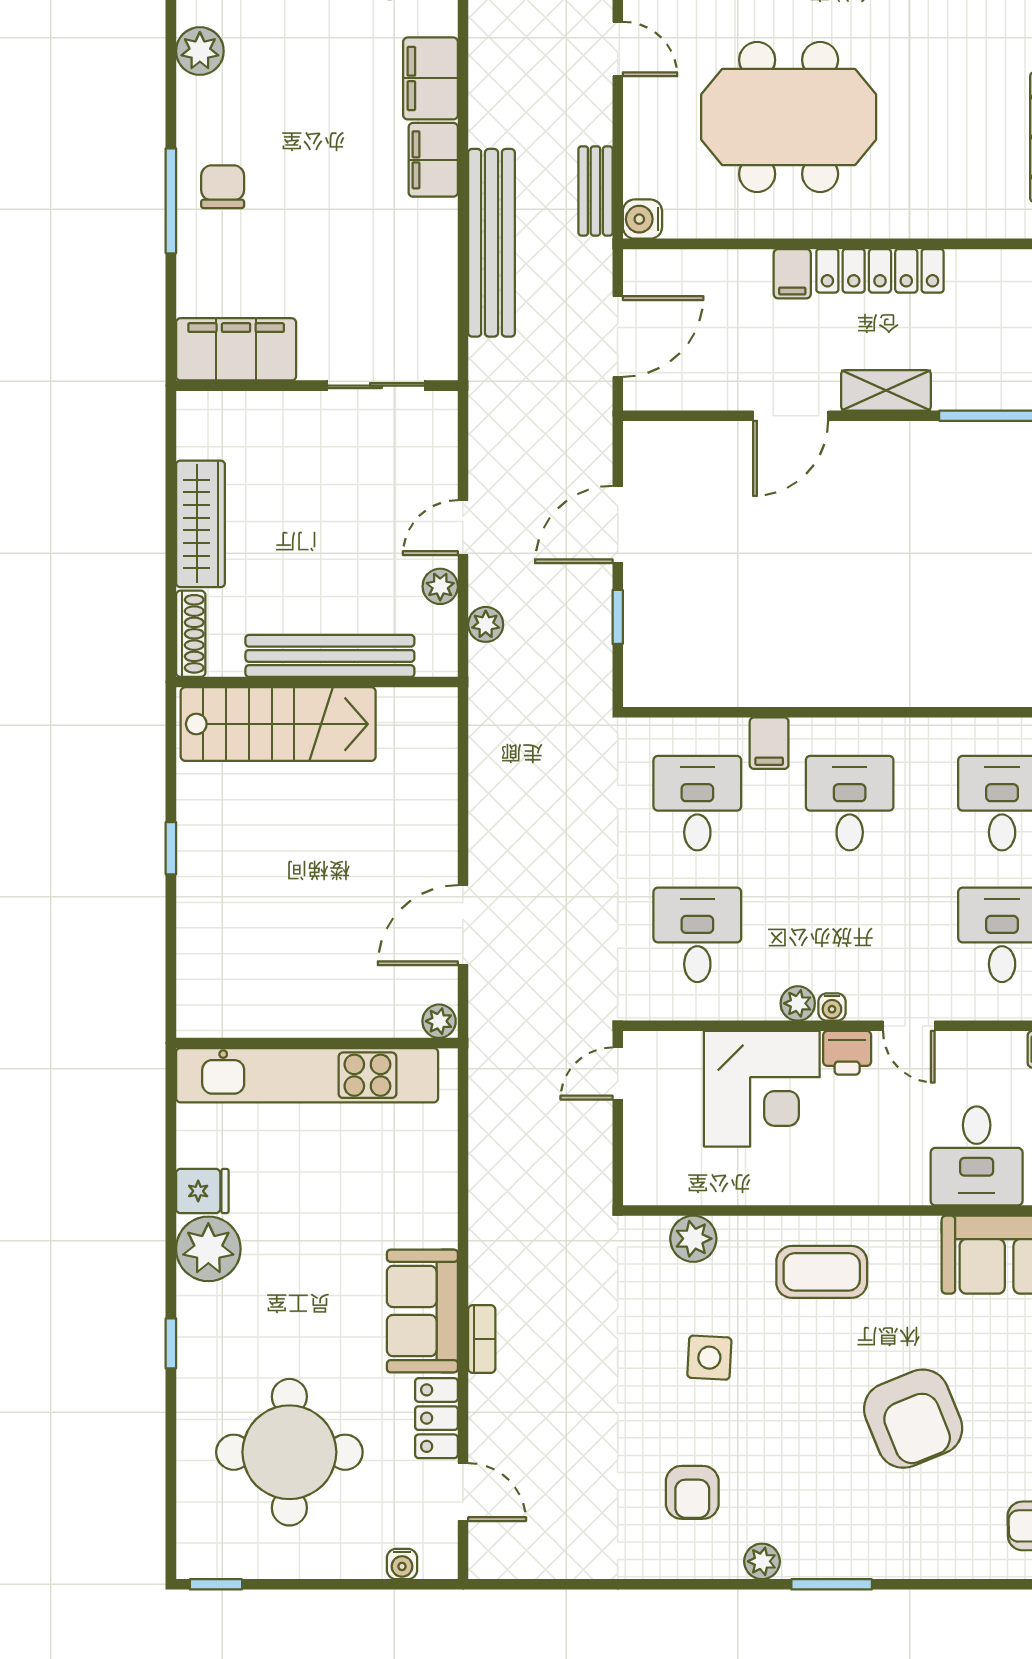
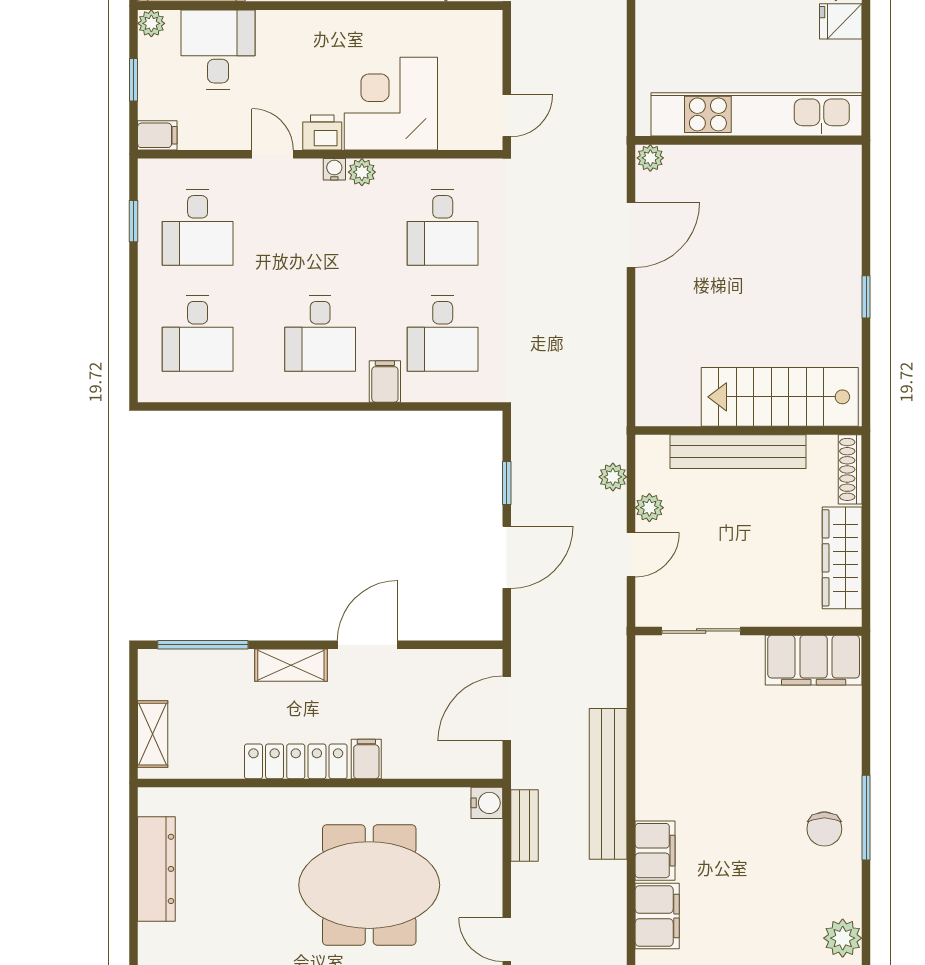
filing cabinet: (236, 349) -> (814, 660), moved
wall: (317, 386) -> (749, 631), moved
sliding door: (376, 386) -> (701, 631), moved

